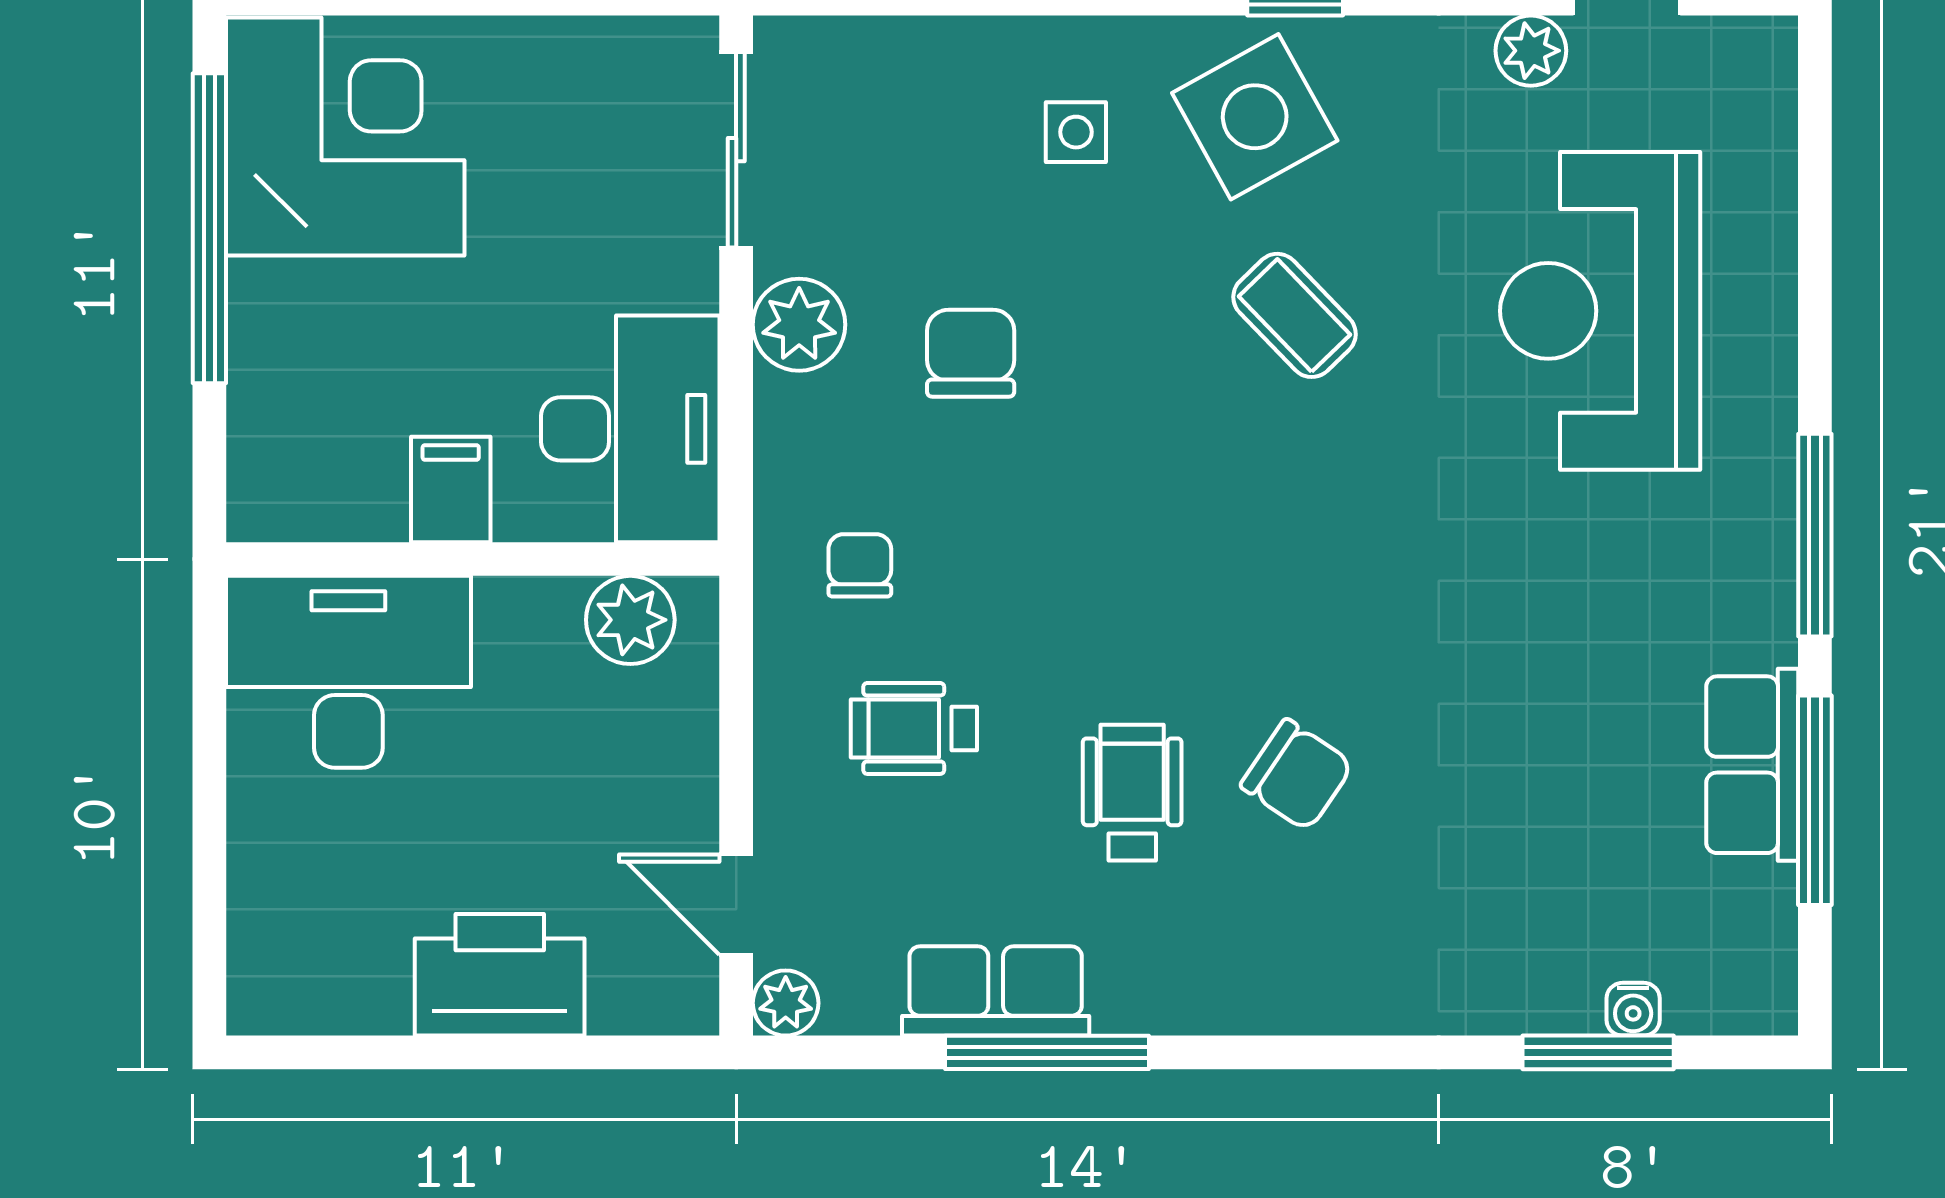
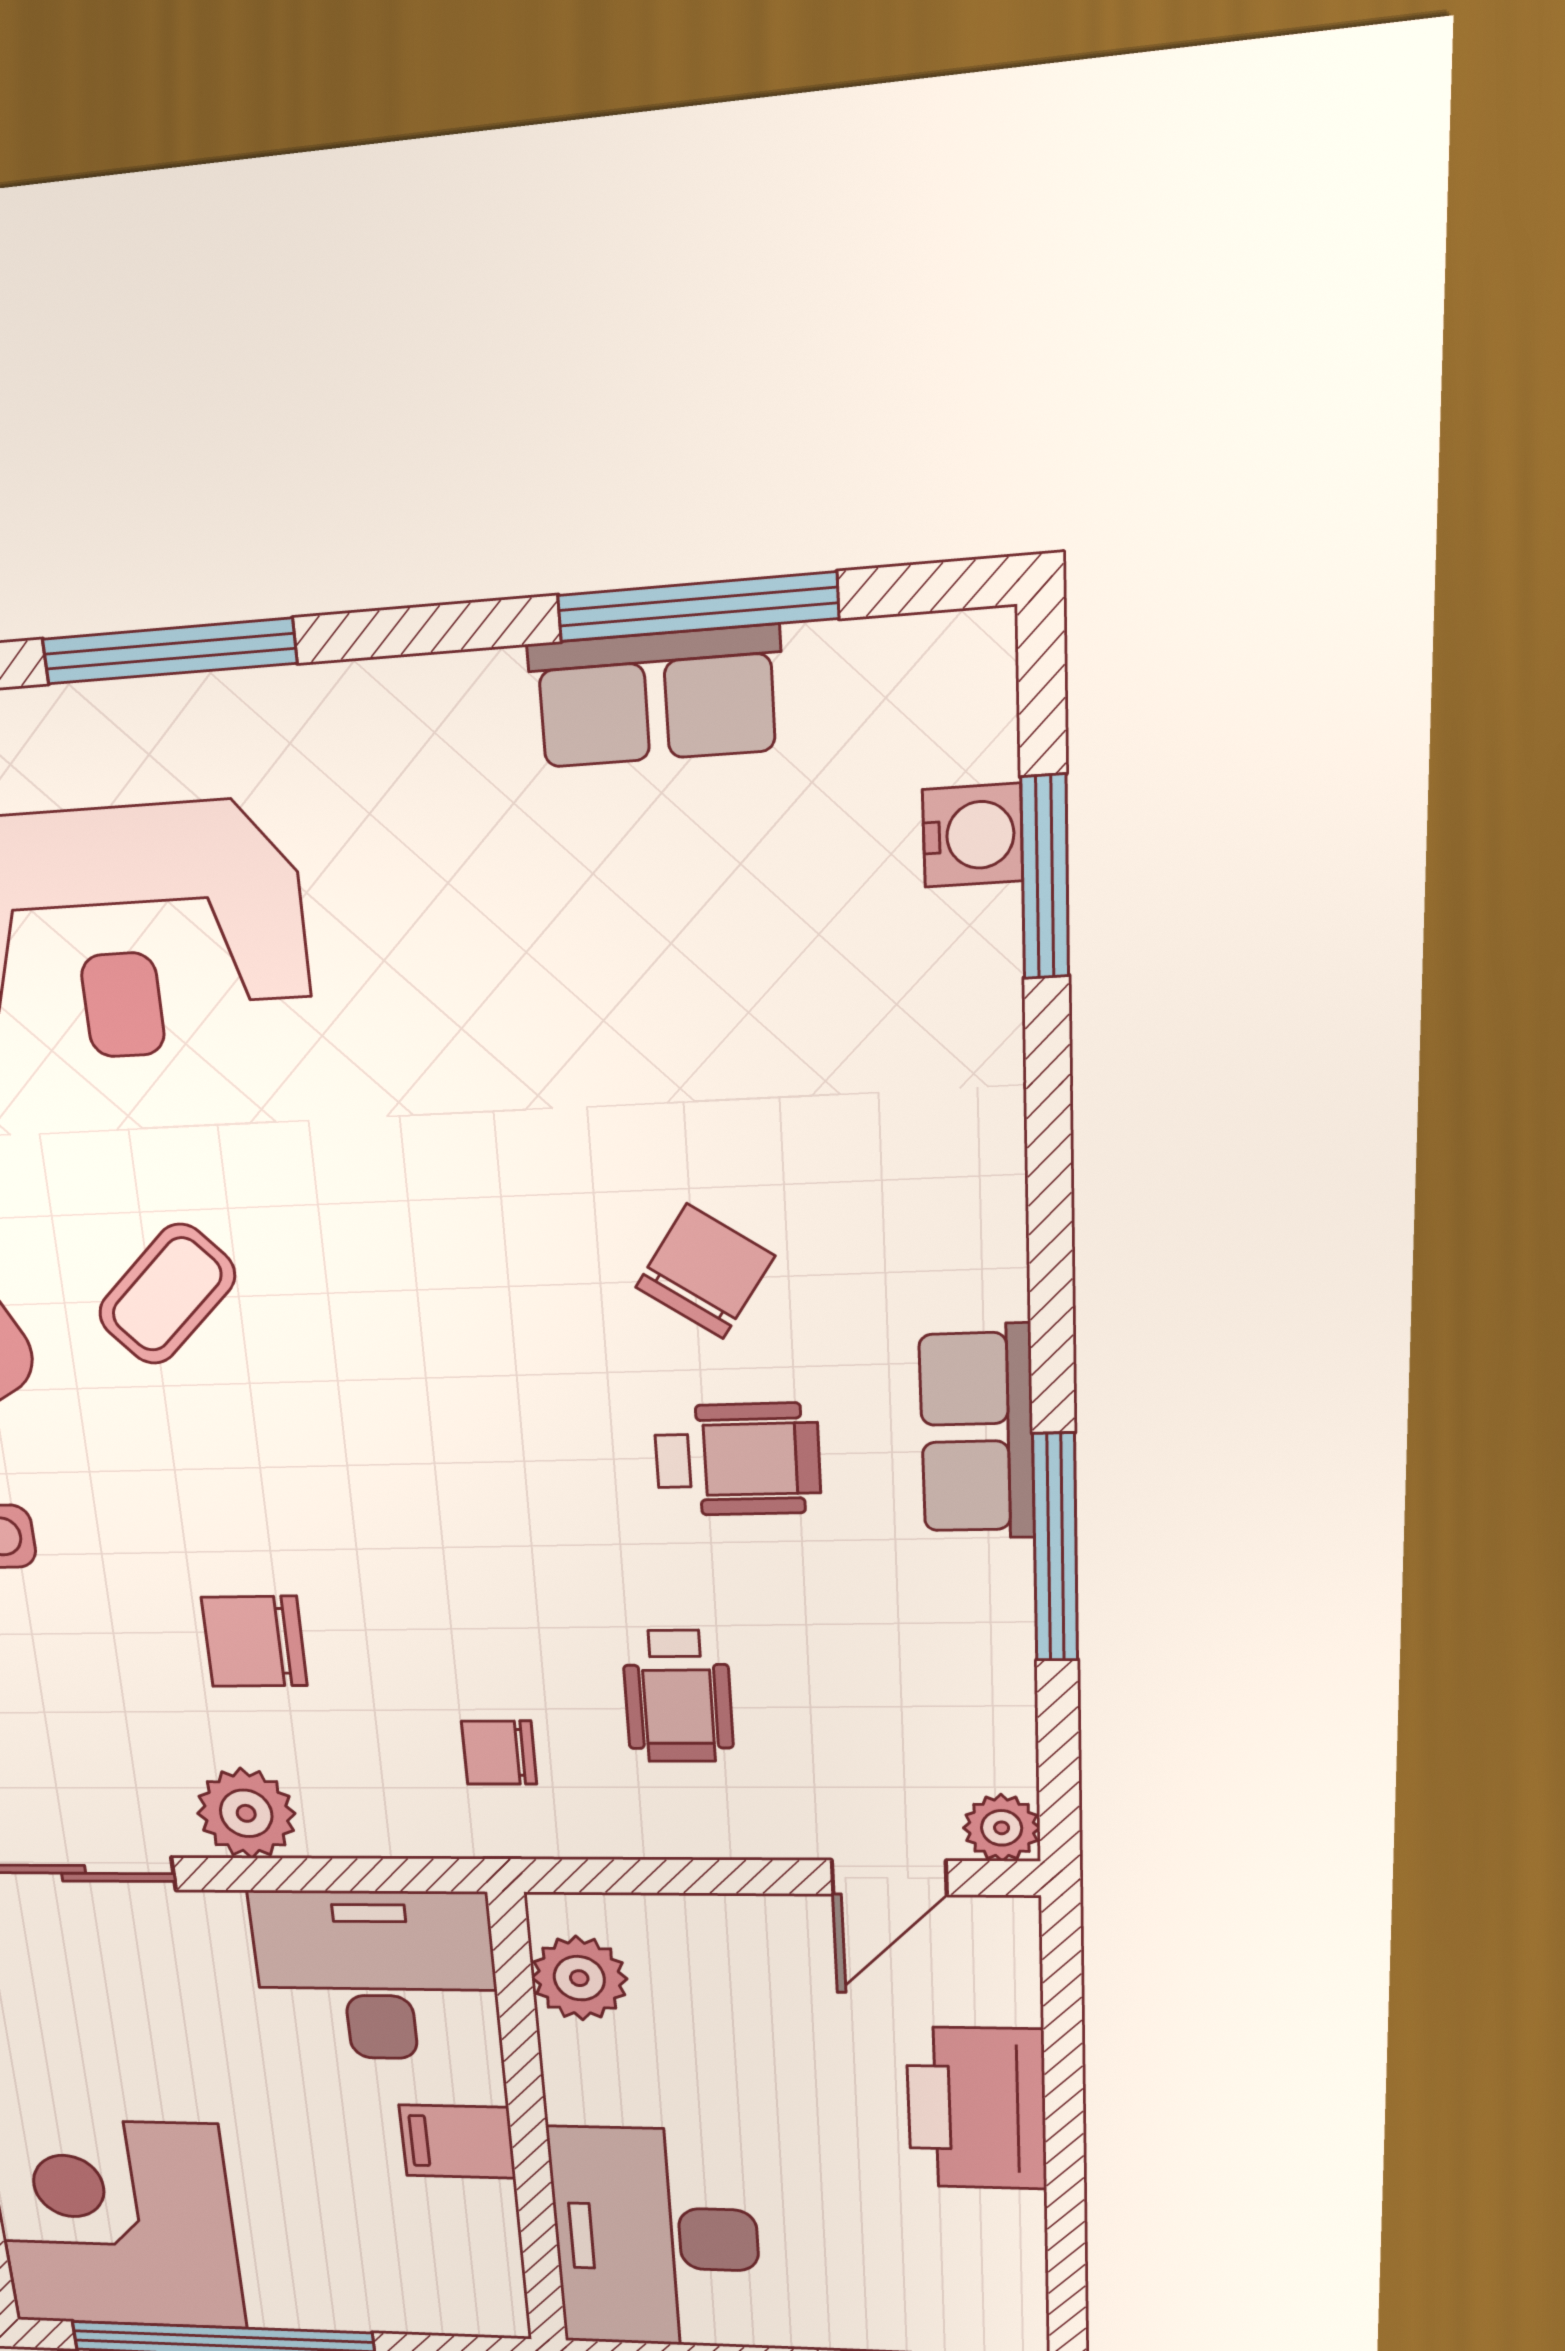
window: (1815, 535) -> (169, 651), moved
wheelchair: (1132, 793) -> (738, 1460), turned 180
row of seats: (996, 991) -> (977, 1433), moved
water cooler: (1633, 1009) -> (973, 835), width x1.38, depth x1.38

